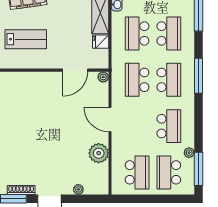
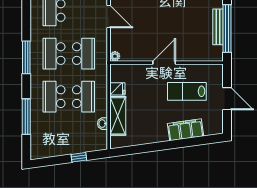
door: (75, 70) -> (164, 63), moved

